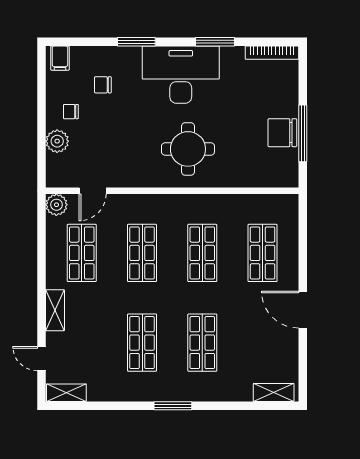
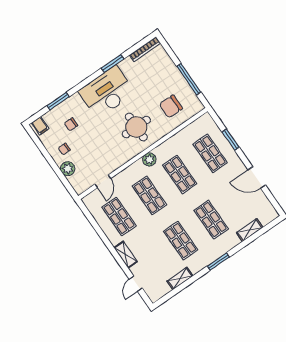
window: (136, 42) -> (58, 101), moved
chair: (282, 133) -> (171, 106), moved
plant: (56, 205) -> (149, 159), moved
window: (303, 253) -> (231, 140), added
door: (303, 310) -> (257, 178), moved
door: (42, 359) -> (136, 284), hinge flipped
shelving: (66, 393) -> (180, 278), moved
shelving: (274, 393) -> (250, 230), moved

